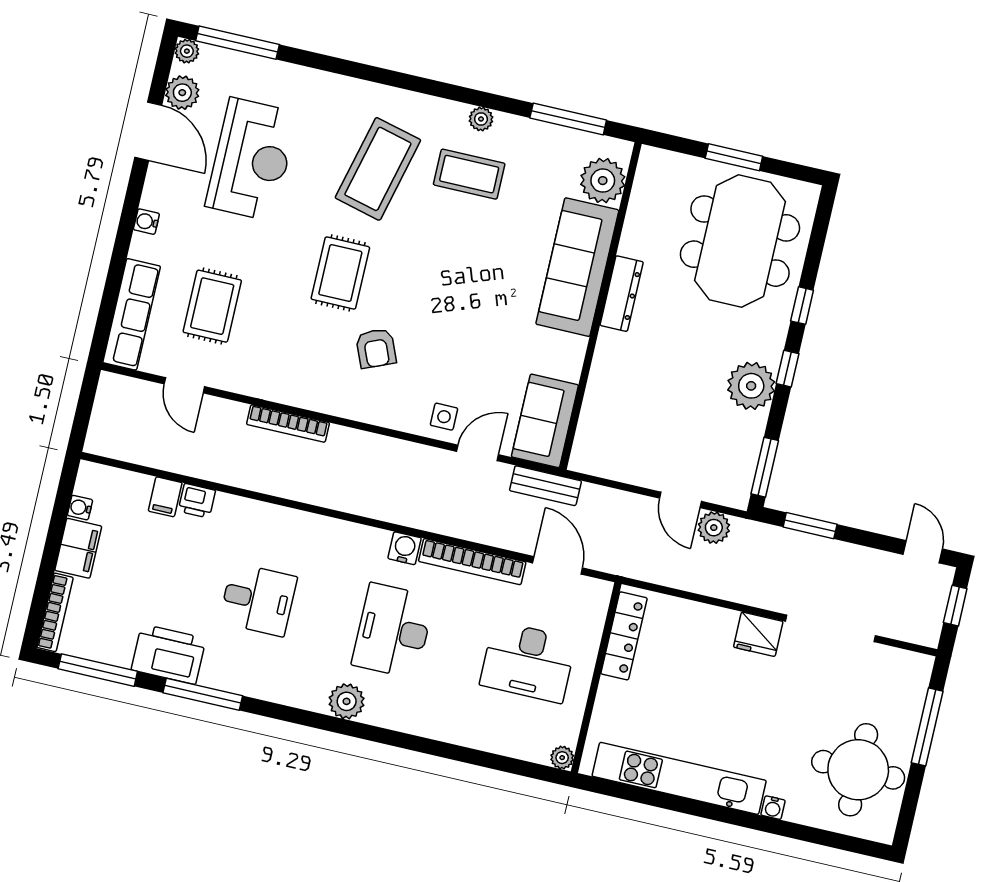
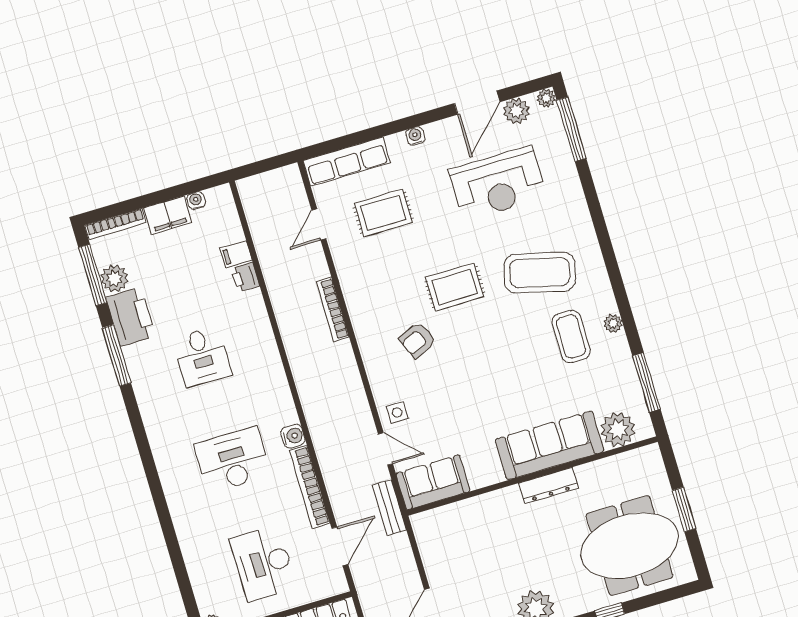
plant: (347, 701) -> (114, 278), moved

